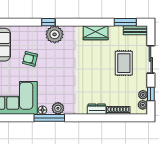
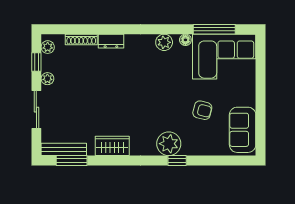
bench: (135, 30) -> (64, 149), width x1.36
rug: (124, 63) -> (74, 104), removed
plant: (143, 95) -> (47, 79), moved
window: (49, 118) -> (214, 29), moved

